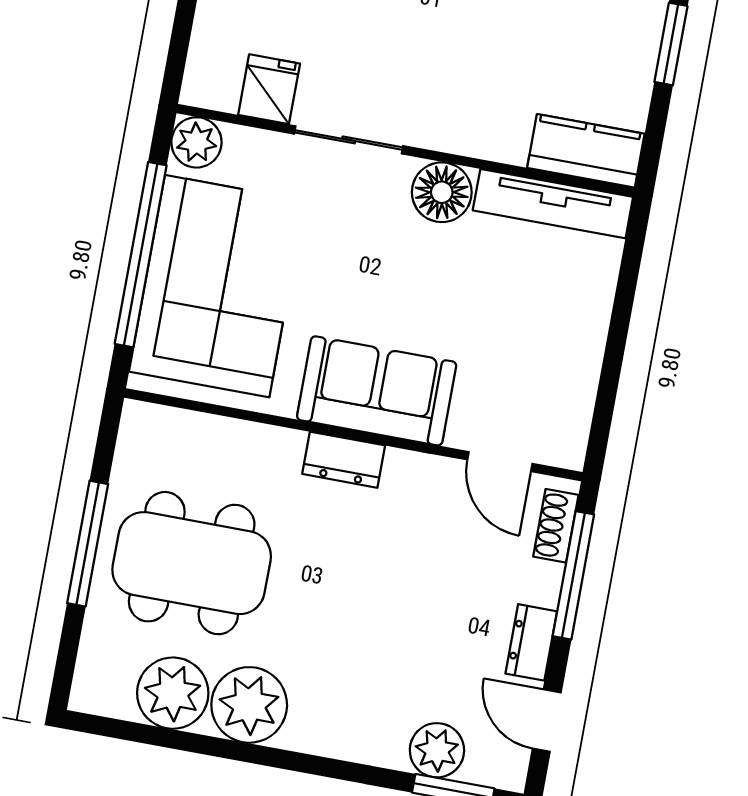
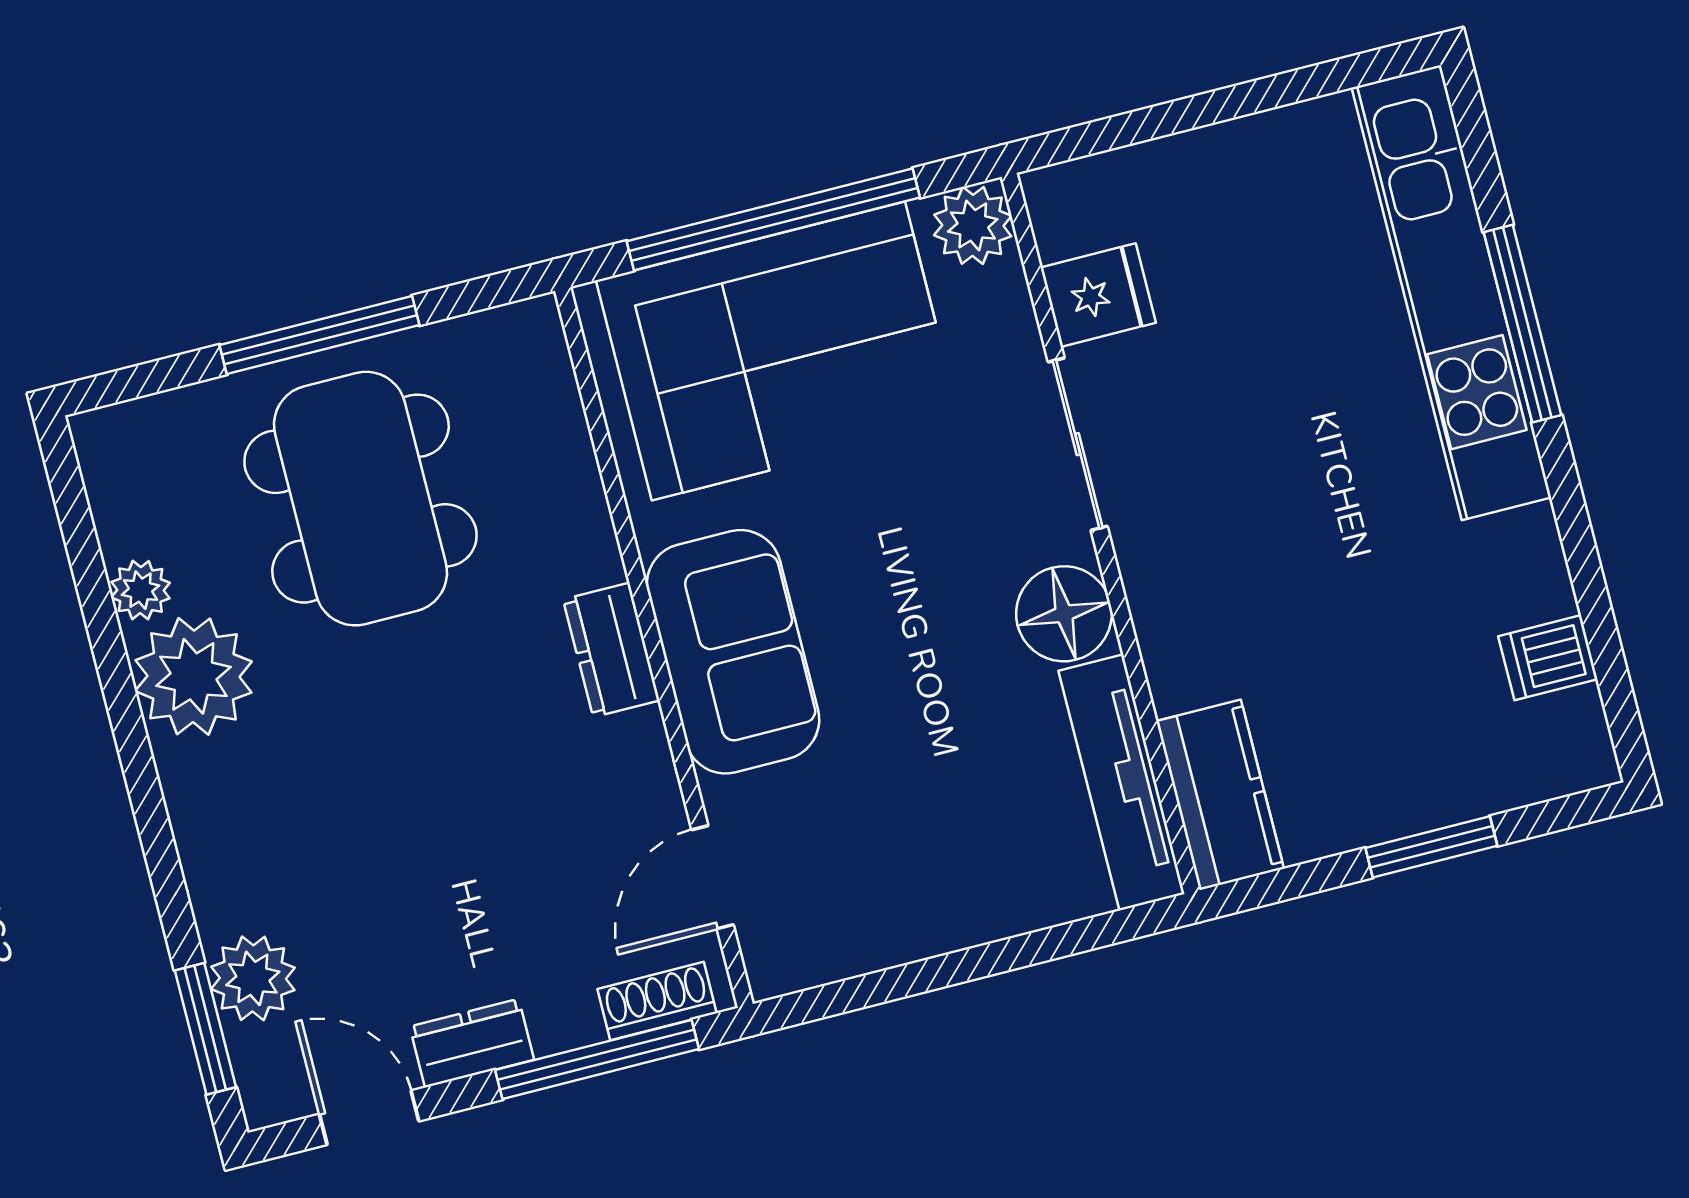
plant: (173, 693) -> (140, 590), width x0.53, depth x0.53
door: (547, 721) -> (369, 1118), hinge flipped

